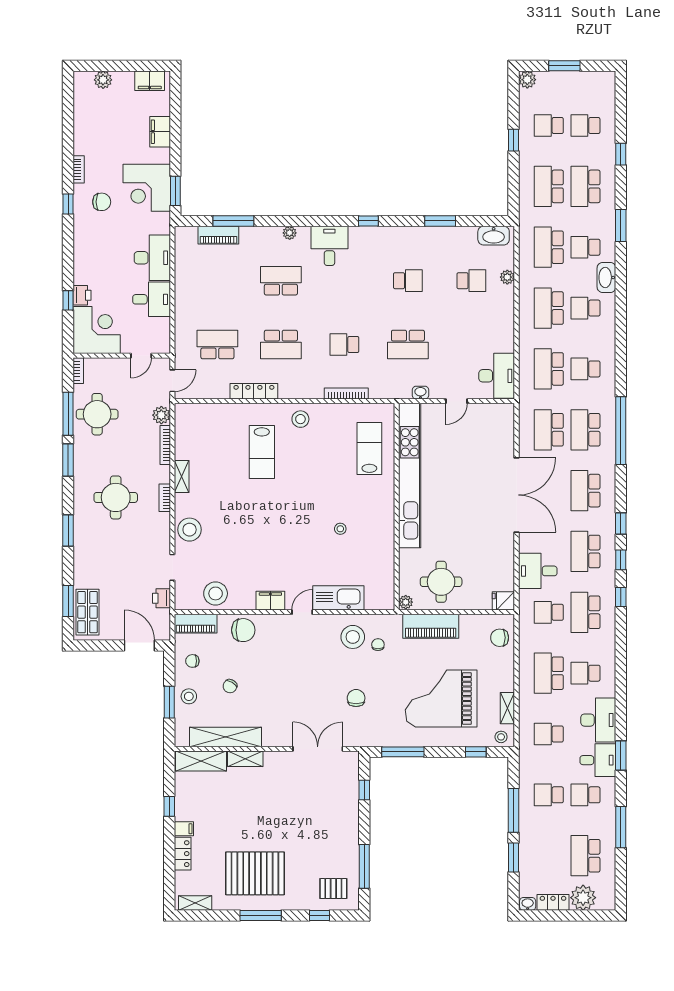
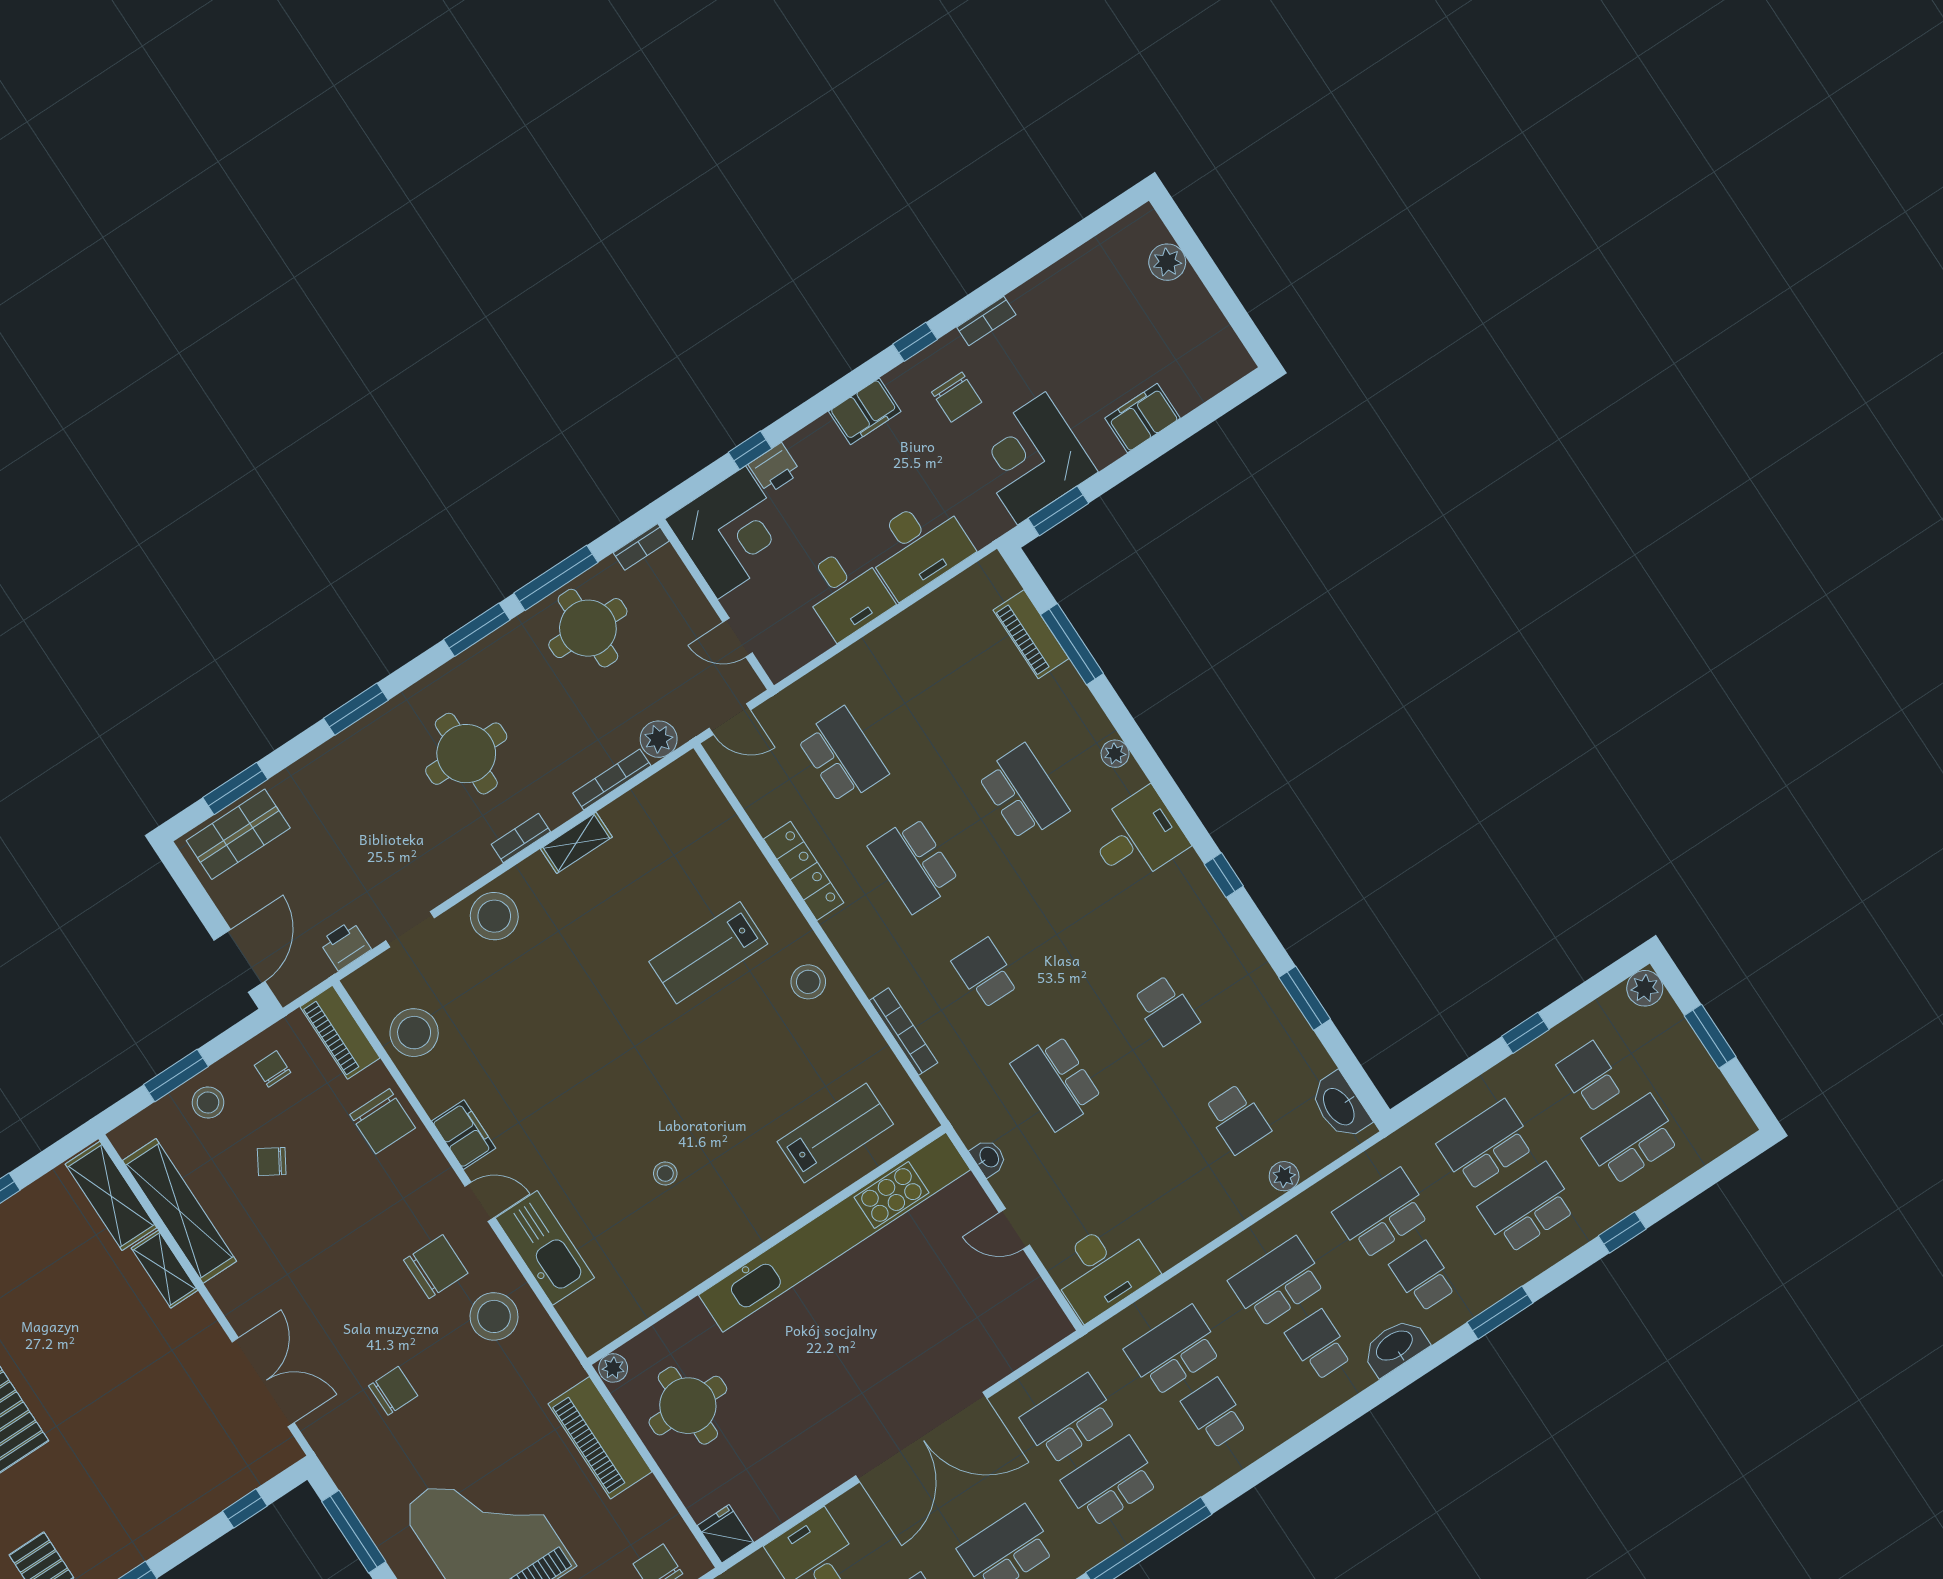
filing cabinet: (150, 81) -> (865, 411), moved, turned -90
school desk: (585, 126) -> (1631, 1140), width x1.85
chair: (378, 645) -> (436, 1267), moved, width x1.87, depth x1.87

